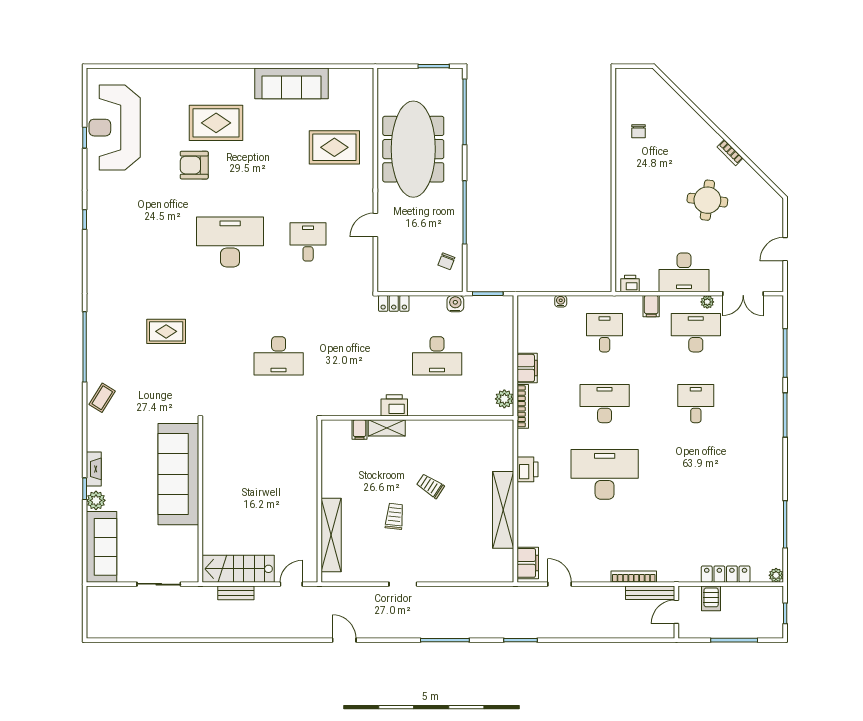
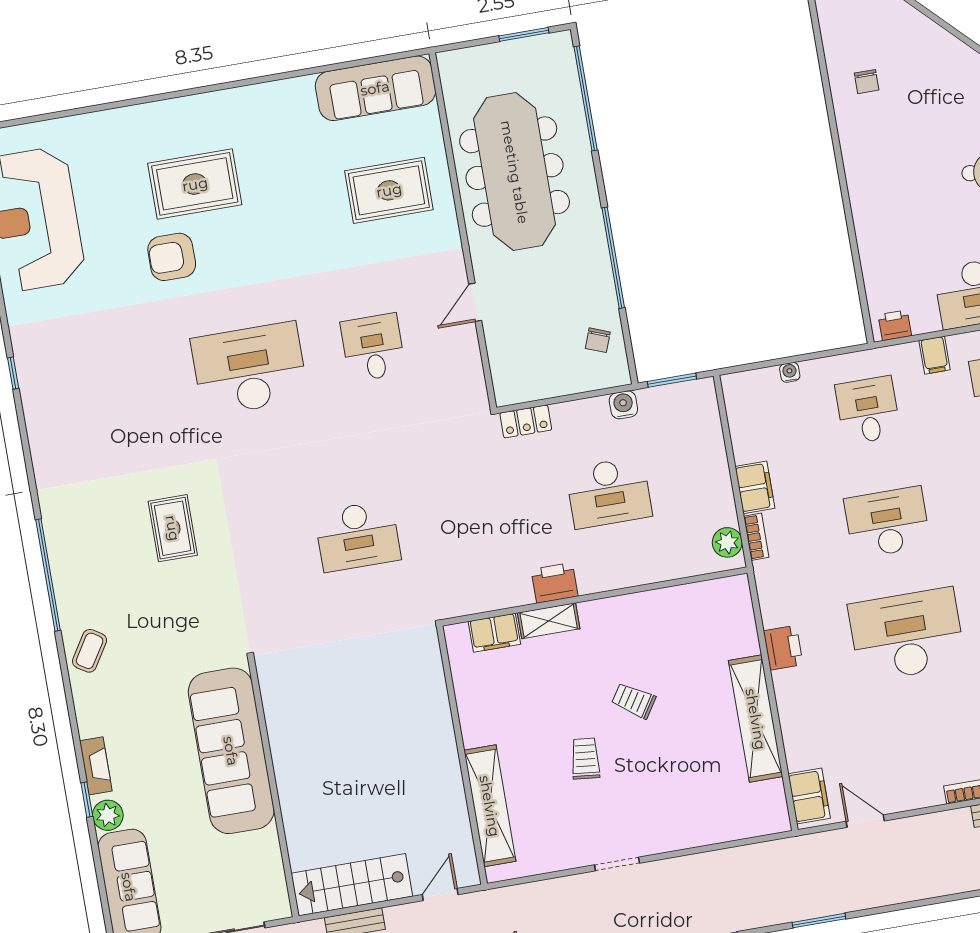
sofa: (291, 83) -> (375, 88), moved
rug: (166, 331) -> (173, 528), turned 90
bookcase: (523, 406) -> (756, 537), width x0.64
filing cabinet: (360, 430) -> (494, 633), width x2.00

